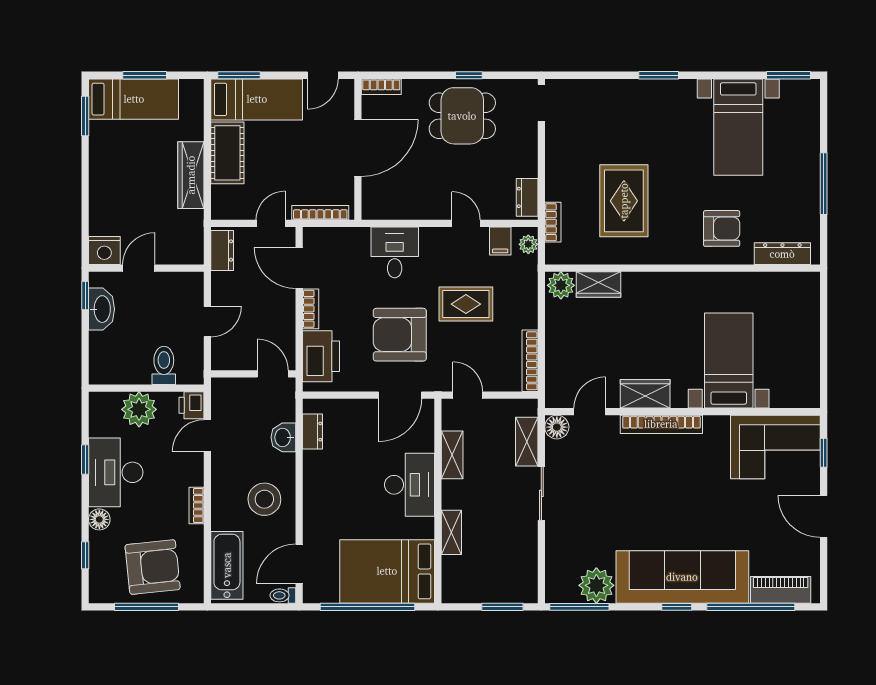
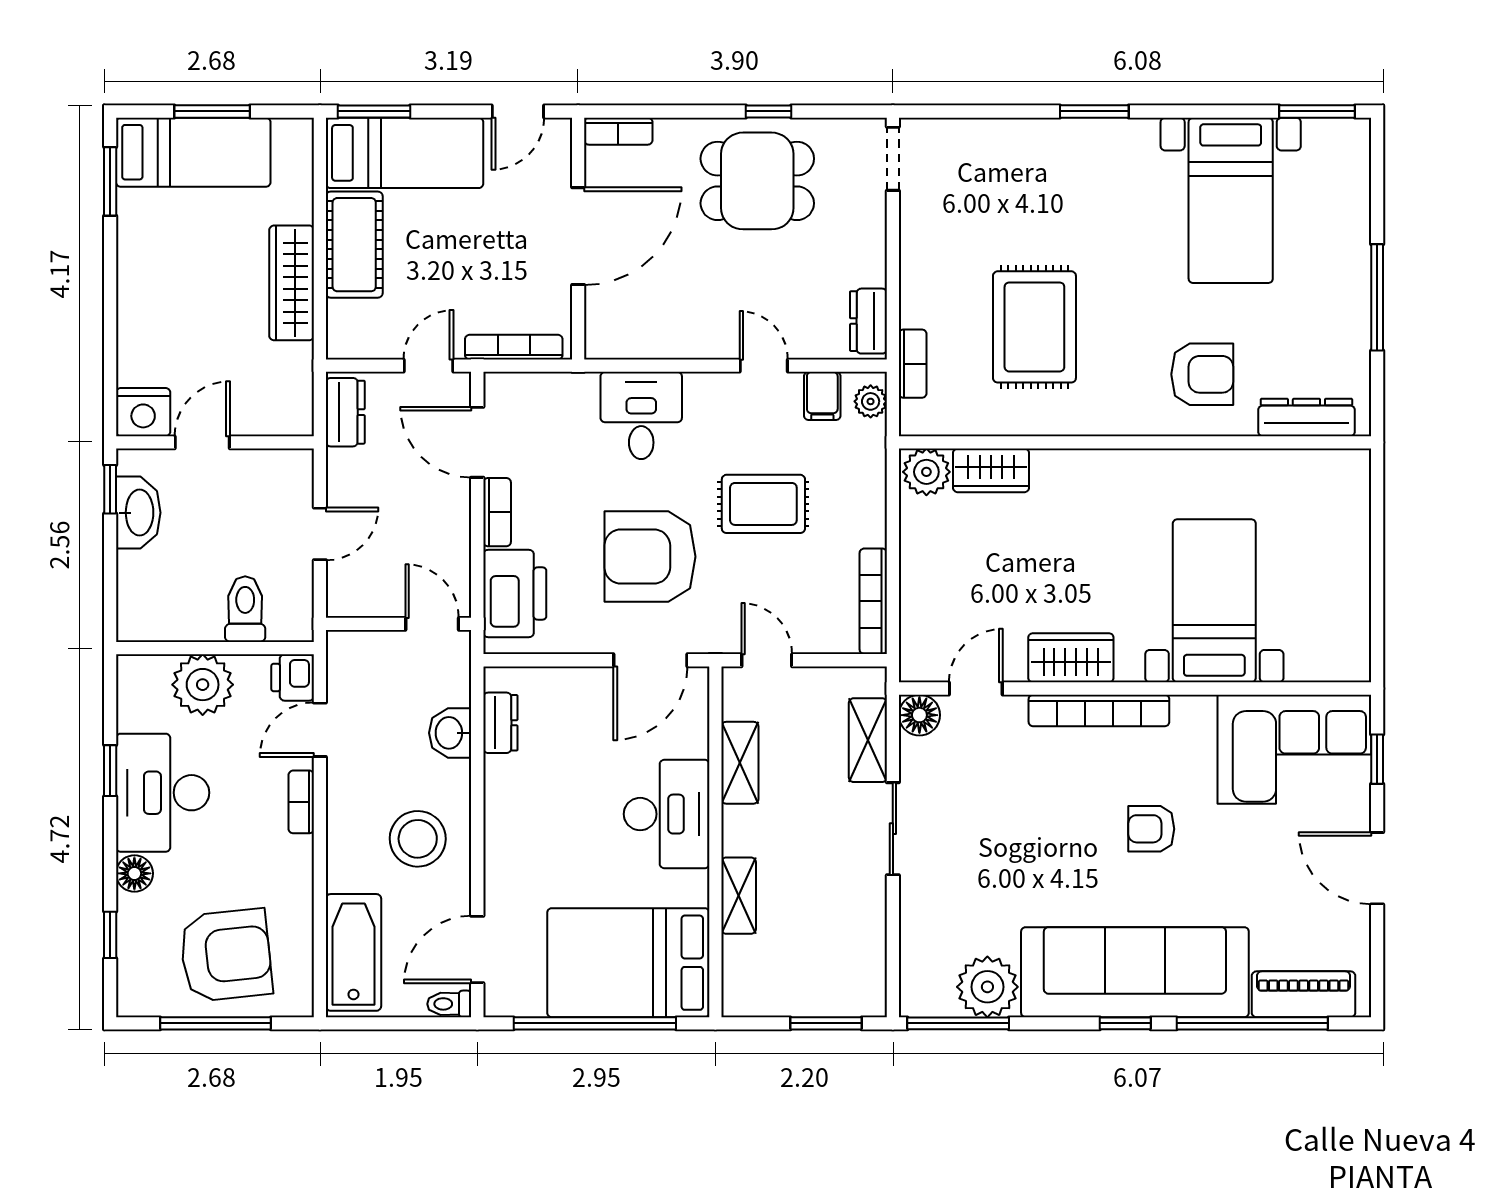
armchair: (692, 493) -> (1151, 829), added
bookcase: (196, 505) -> (301, 802), moved

